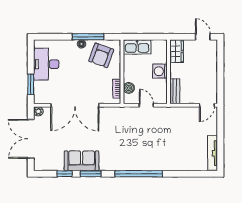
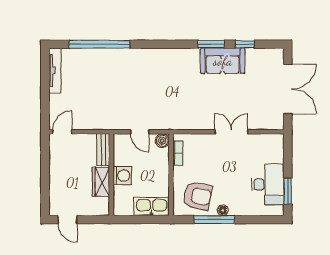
wardrobe: (177, 51) -> (101, 182), moved
armchair: (101, 55) -> (198, 196), turned 81
window: (31, 84) -> (288, 191), moved
boiler: (129, 88) -> (162, 141), moved
double door: (75, 105) -> (231, 132), width x0.54
plant: (38, 111) -> (278, 124), removed
window: (139, 174) -> (99, 44), moved

